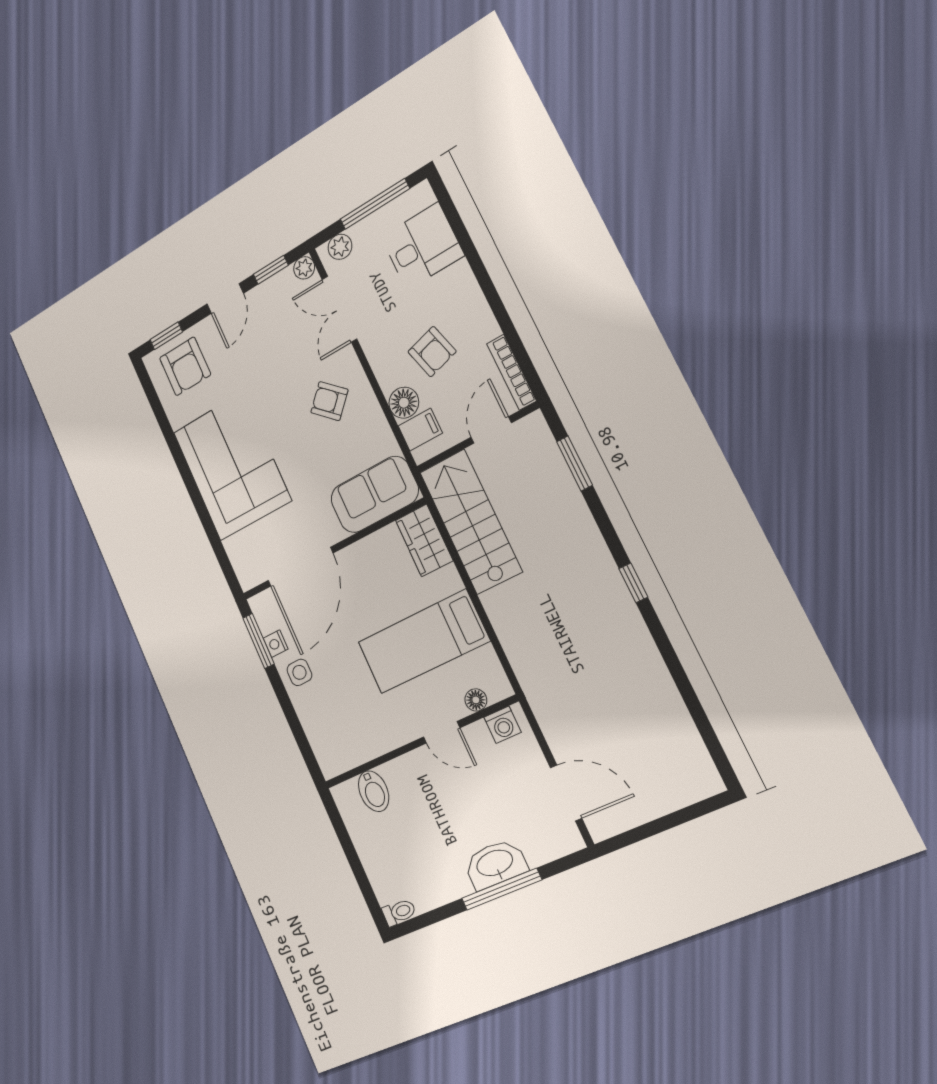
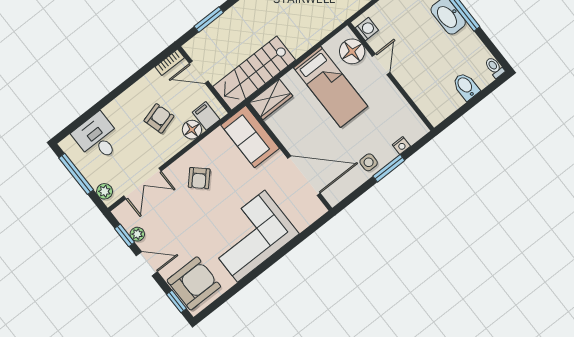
plant: (304, 268) -> (137, 234), moved
armchair: (185, 366) -> (194, 283), width x1.36, depth x1.36
bookcase: (511, 372) -> (170, 62), width x0.64
window: (259, 641) -> (389, 168), moved
nightstand: (276, 644) -> (401, 146), moved
floor lamp: (476, 700) -> (352, 51), width x1.89, depth x1.89
bidet: (374, 791) -> (466, 86), moved, turned -90

